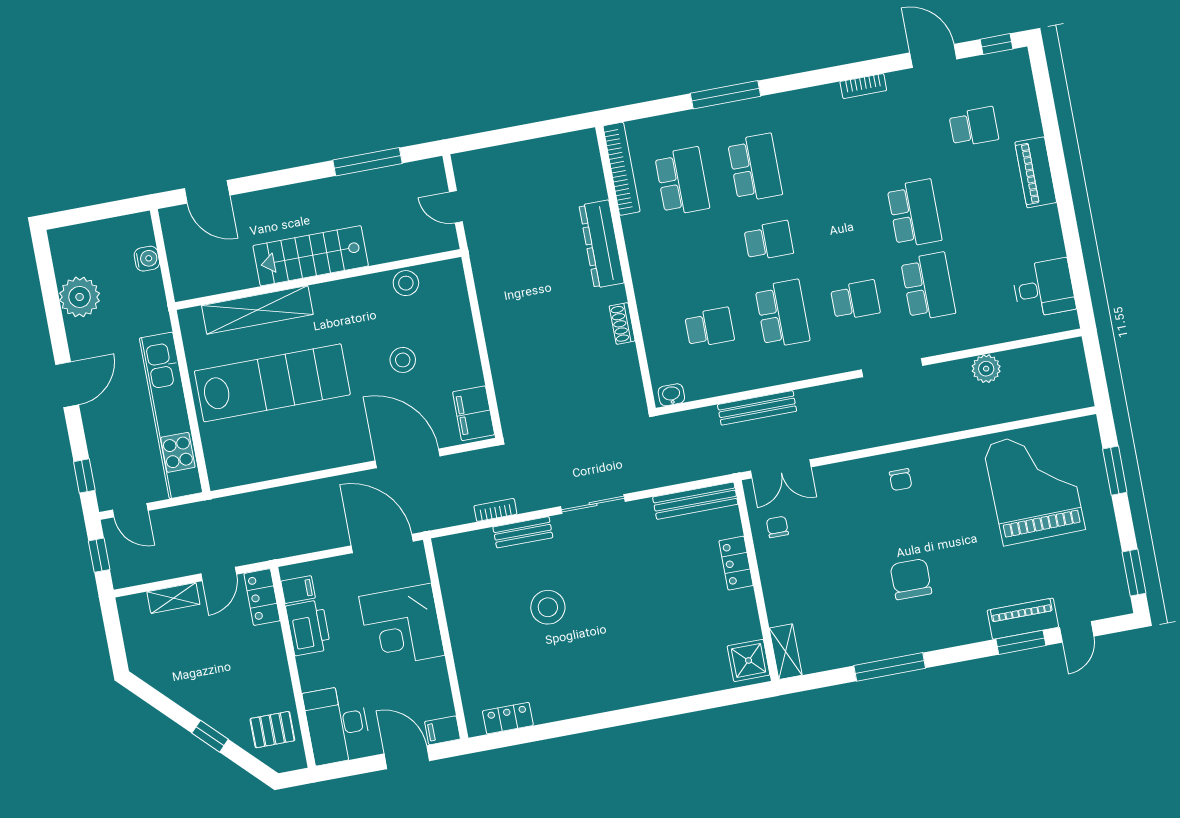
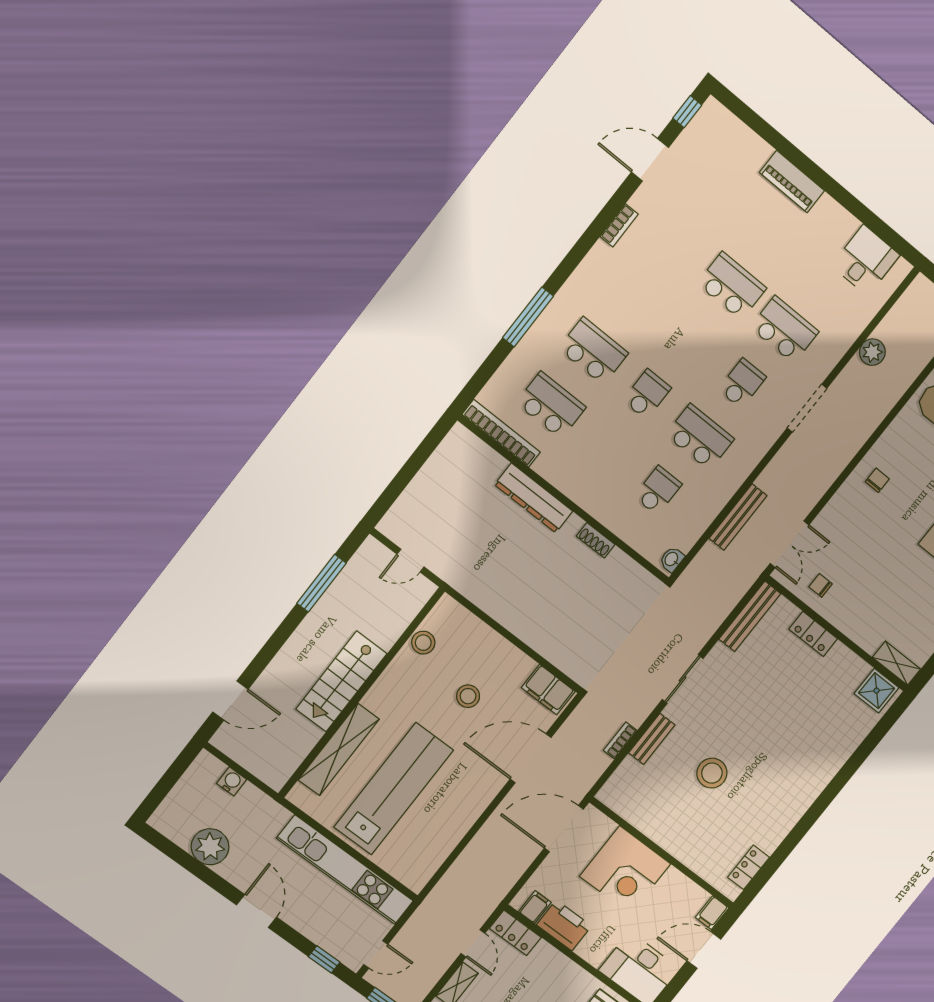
school desk: (974, 127) -> (721, 187), removed
chair: (901, 480) -> (877, 480), turned -90

